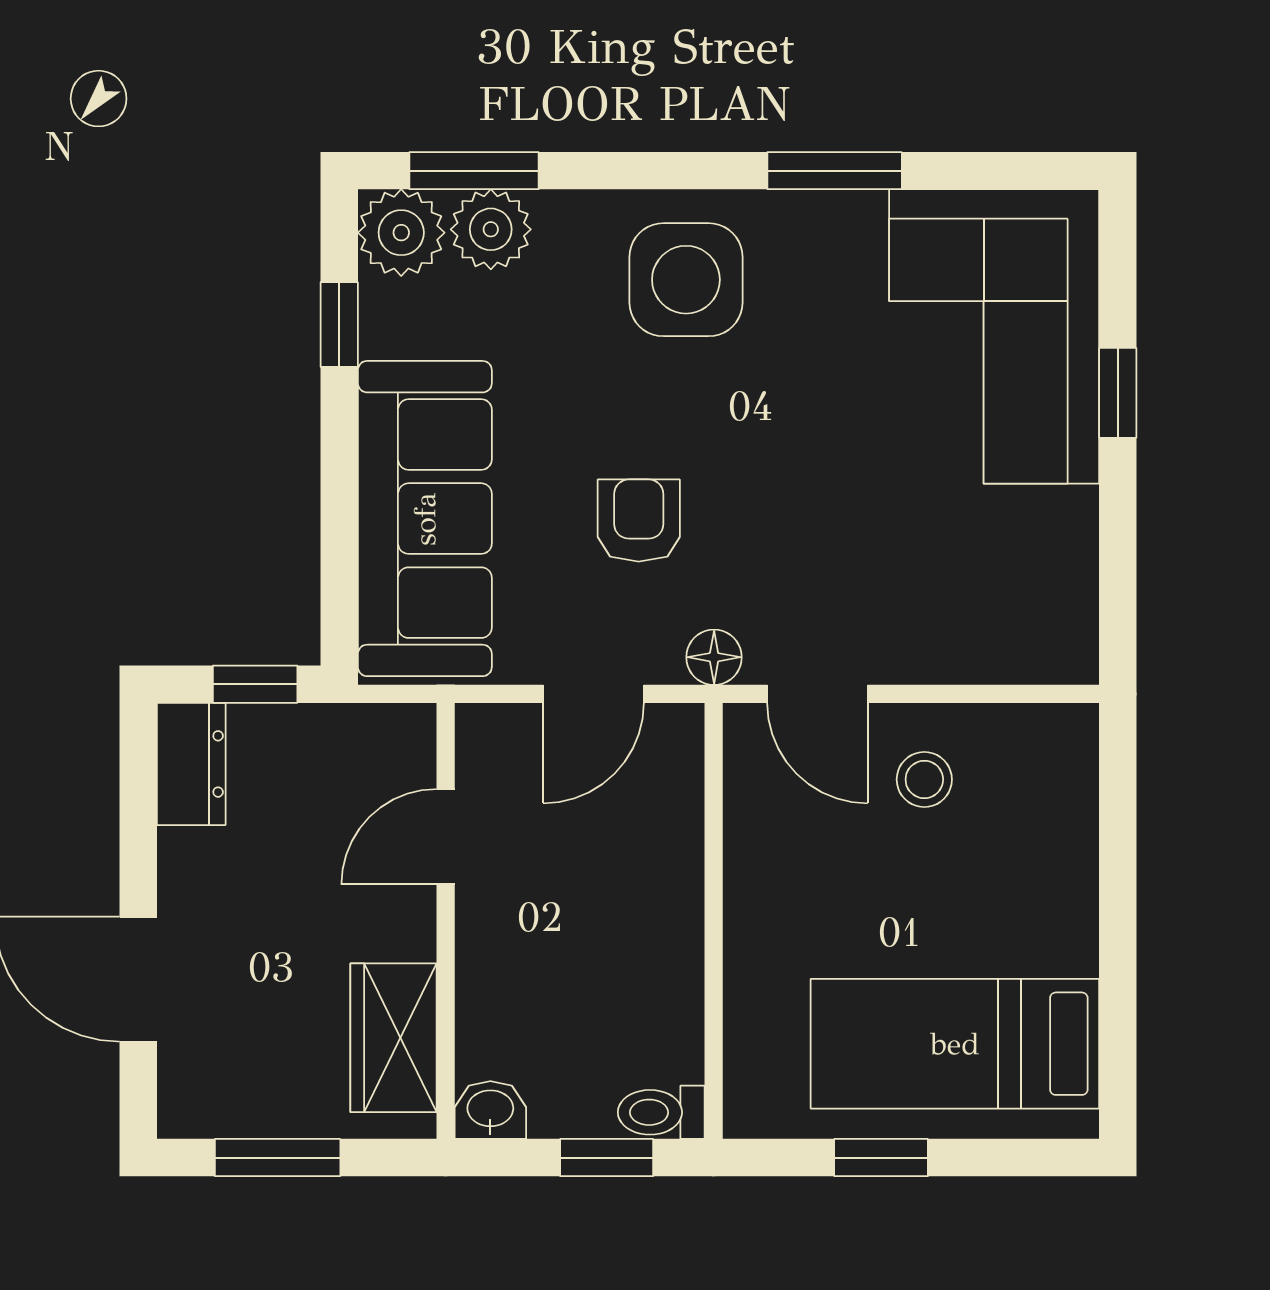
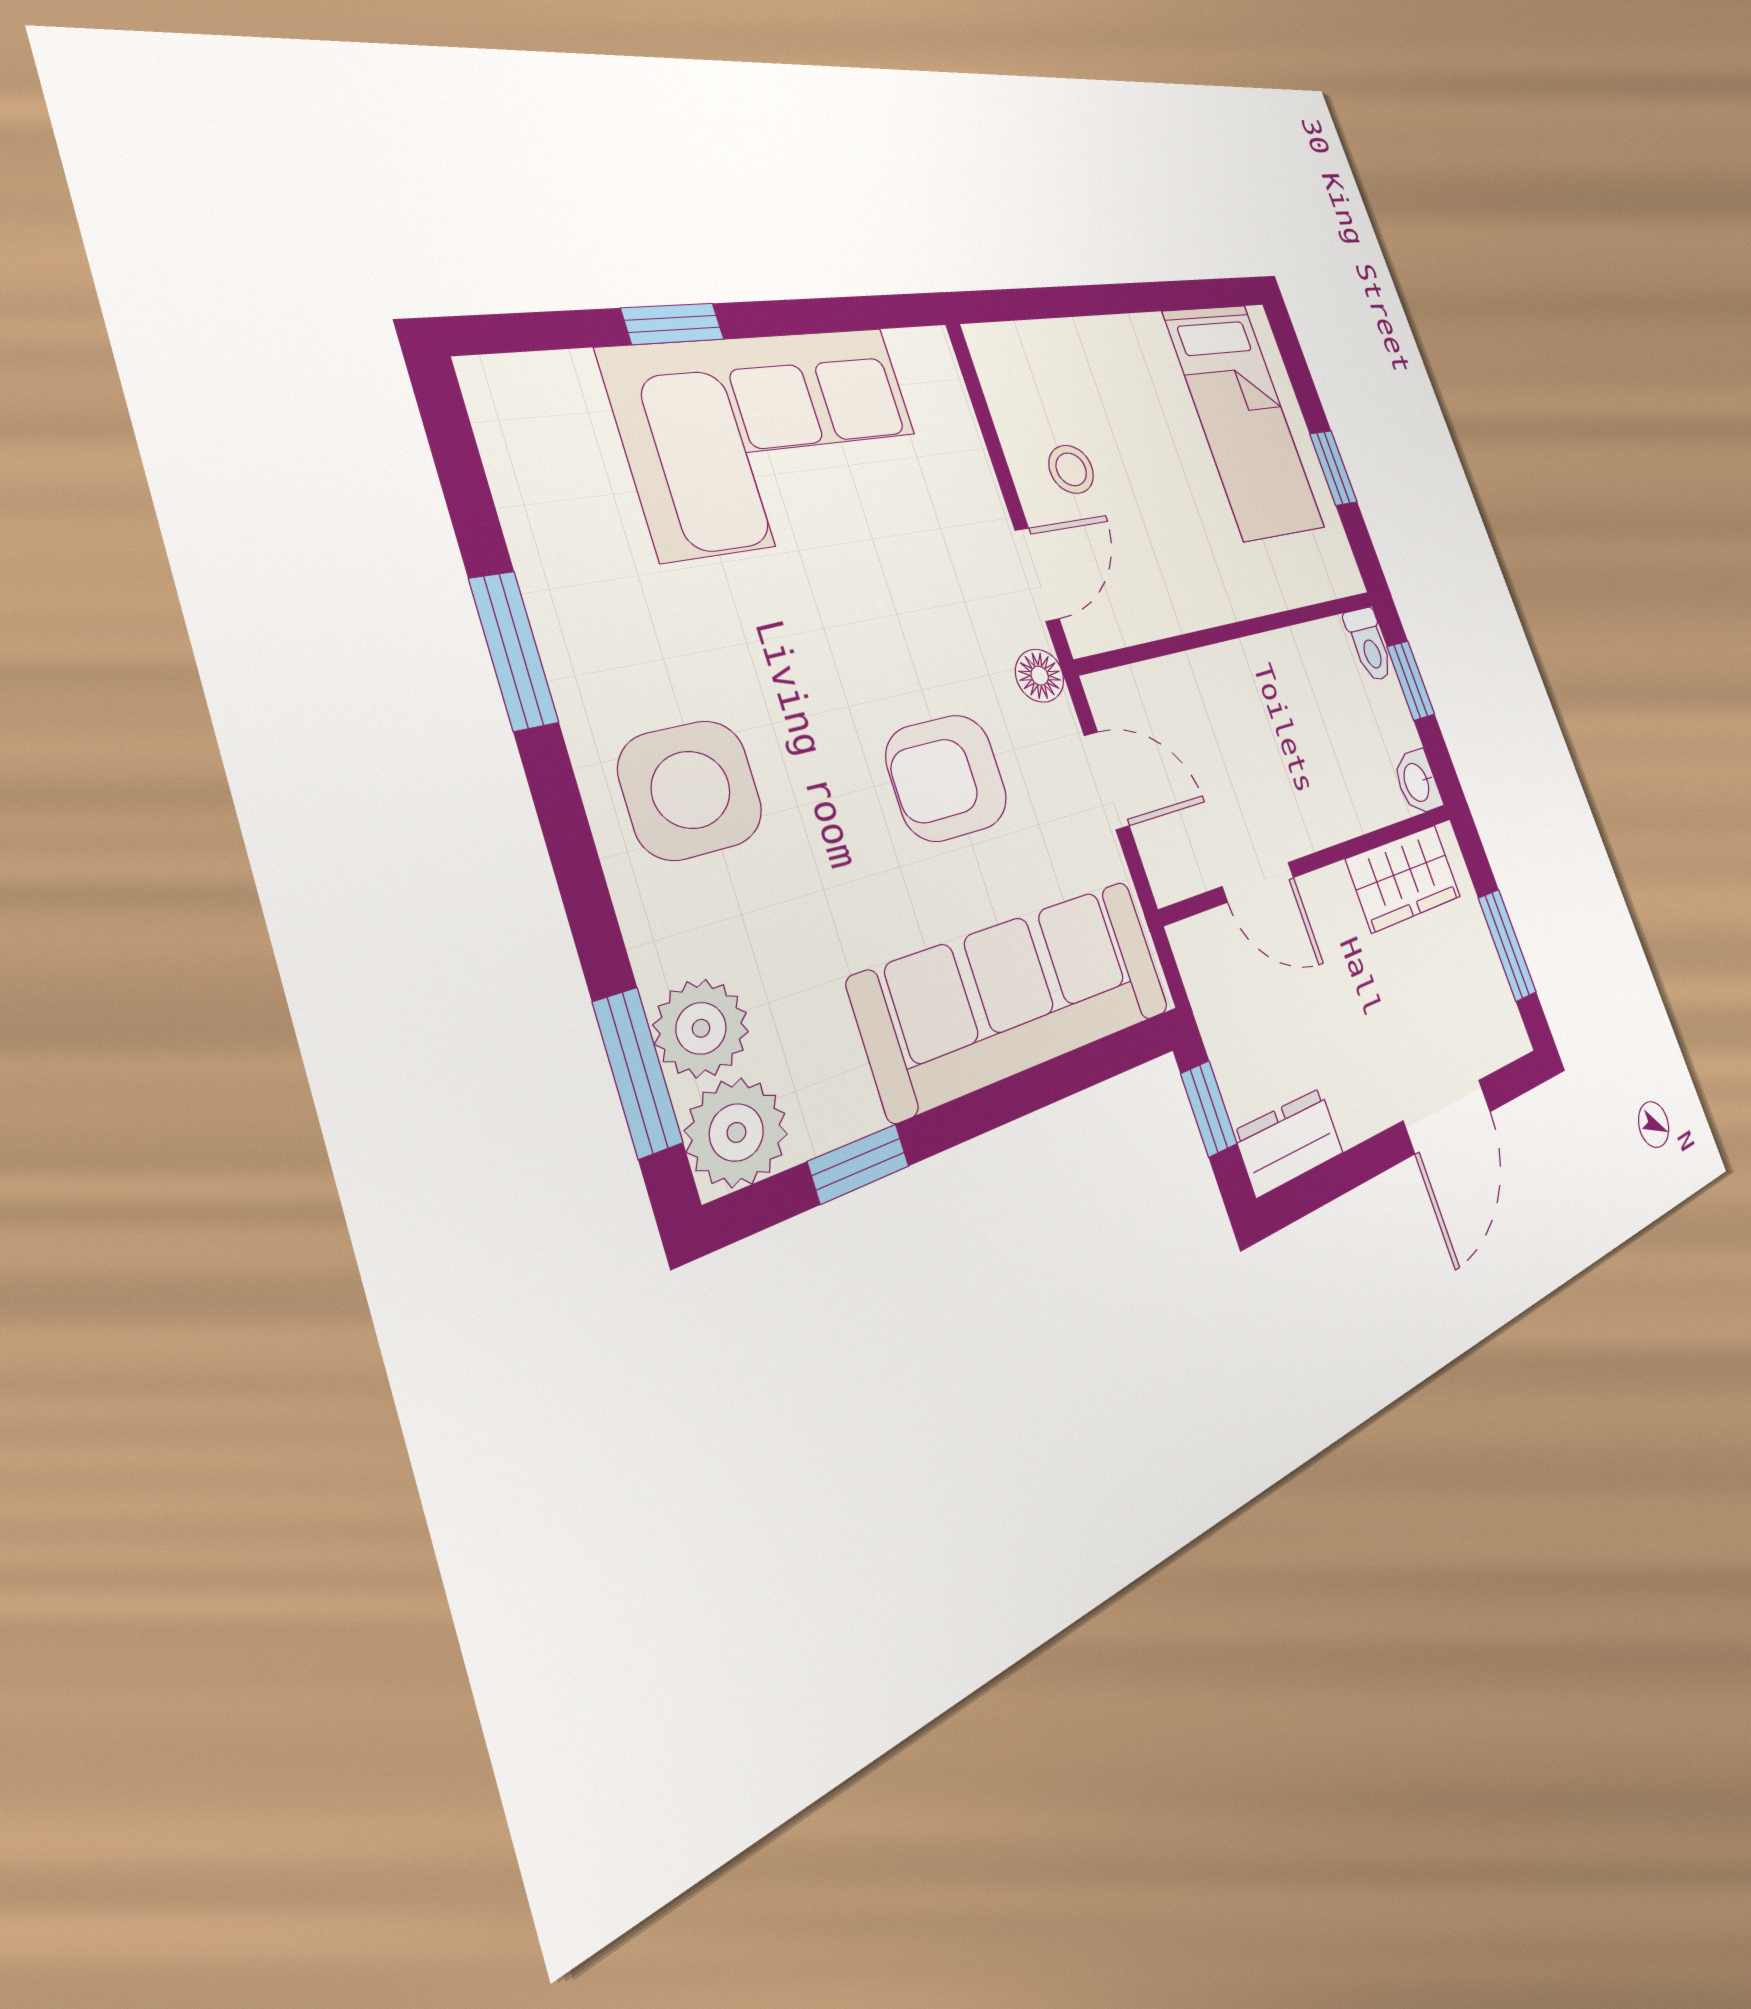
corner sofa: (994, 336) -> (777, 439), moved
armchair: (639, 521) -> (947, 778), width x1.38, depth x1.38

